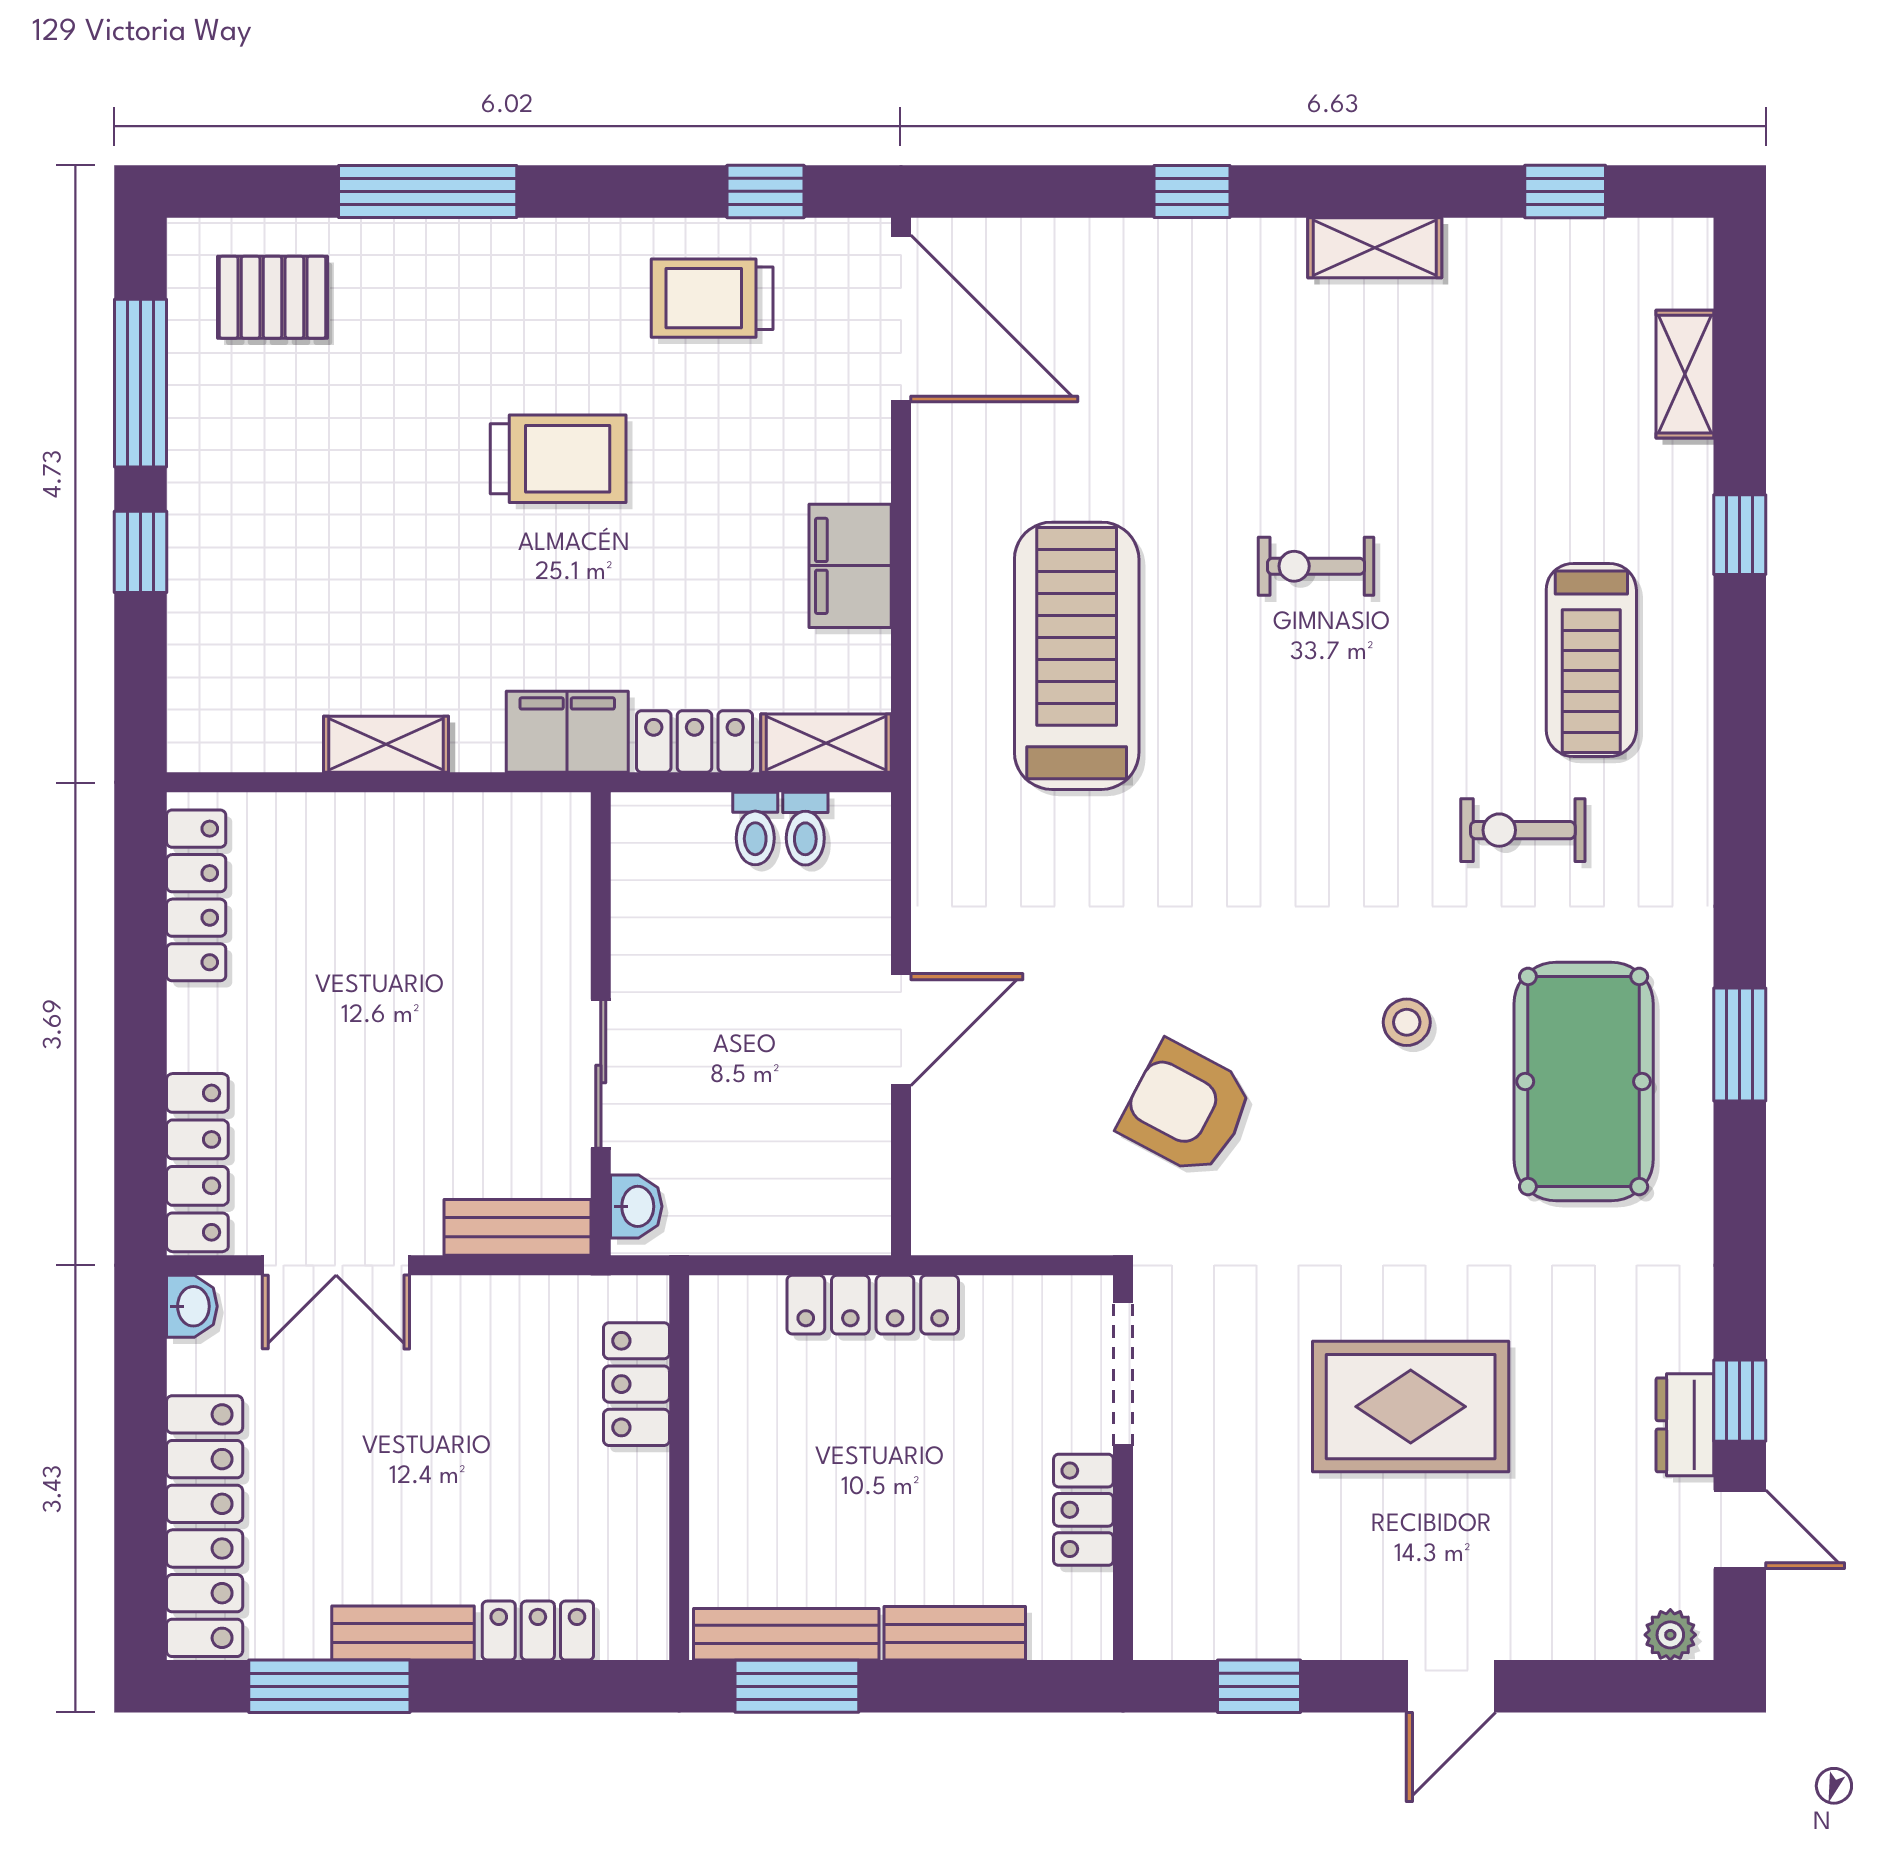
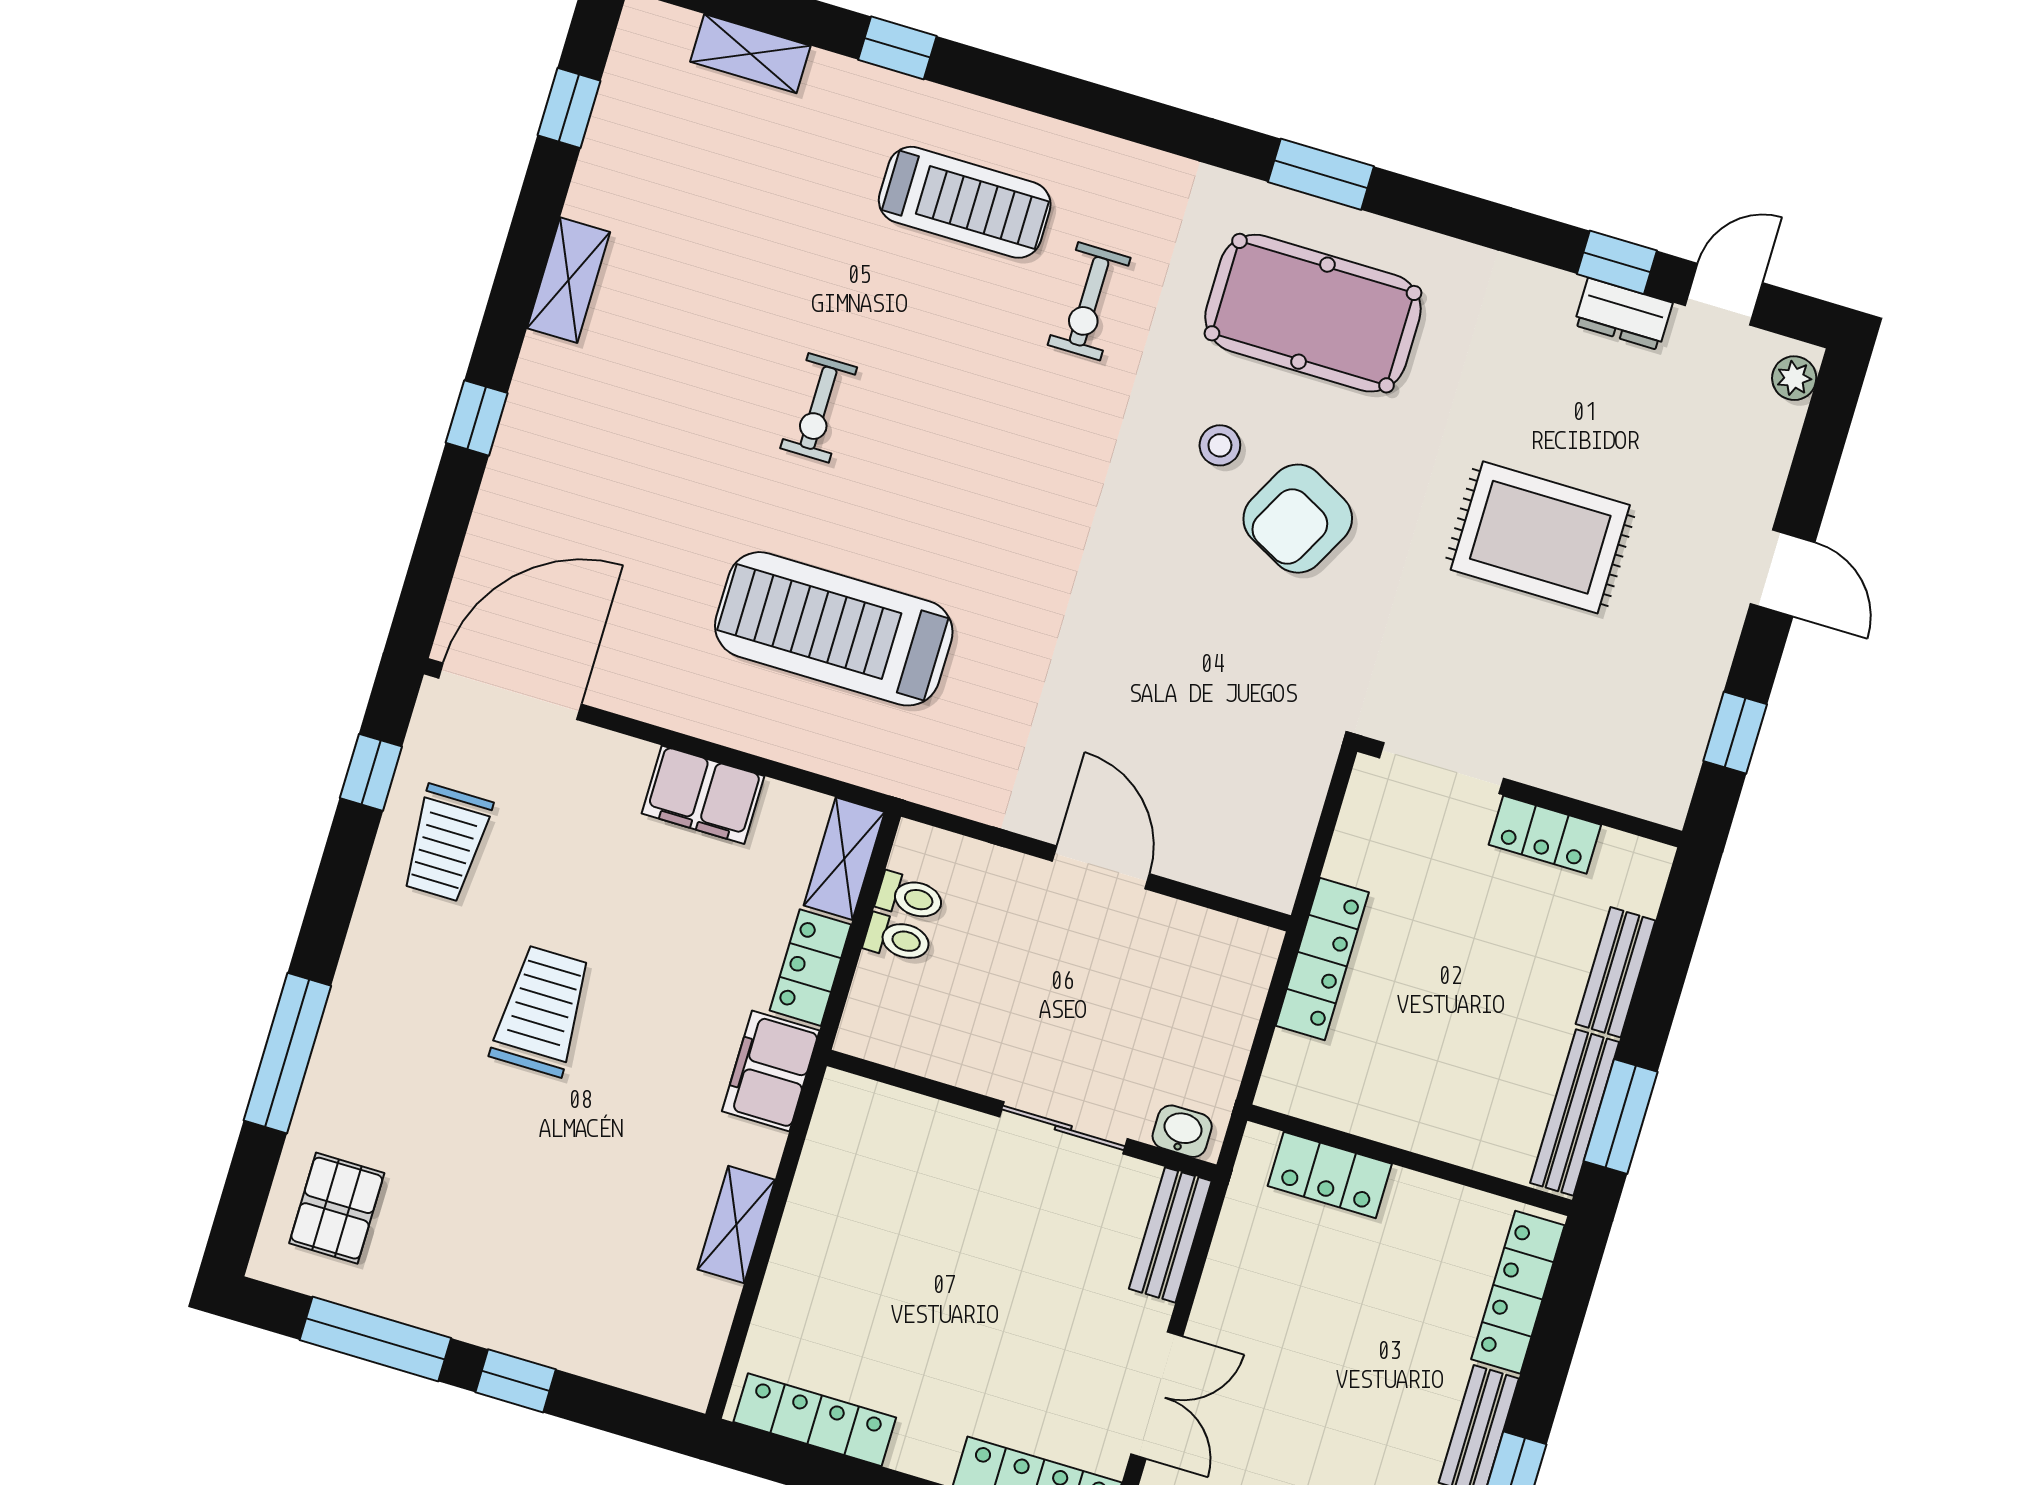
armchair: (1187, 1109) -> (1298, 519), moved
rug: (1411, 1407) -> (1540, 537), turned 90
locker: (538, 1631) -> (1518, 1292), width x1.53

